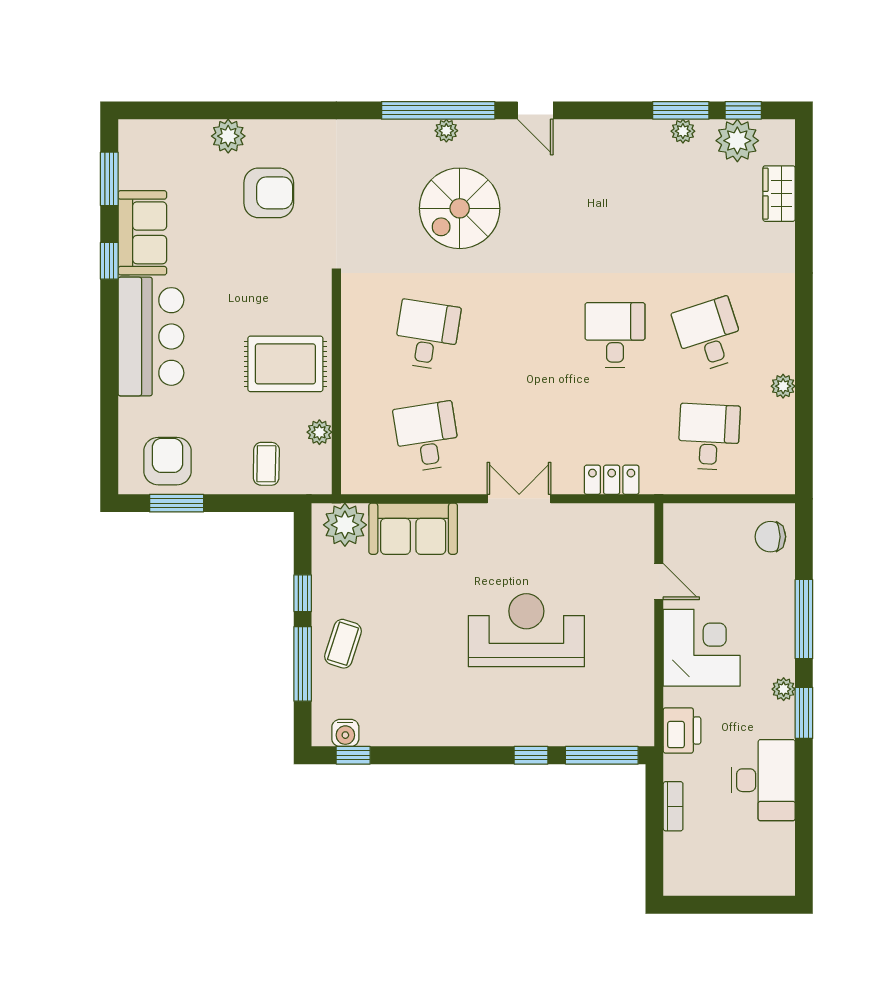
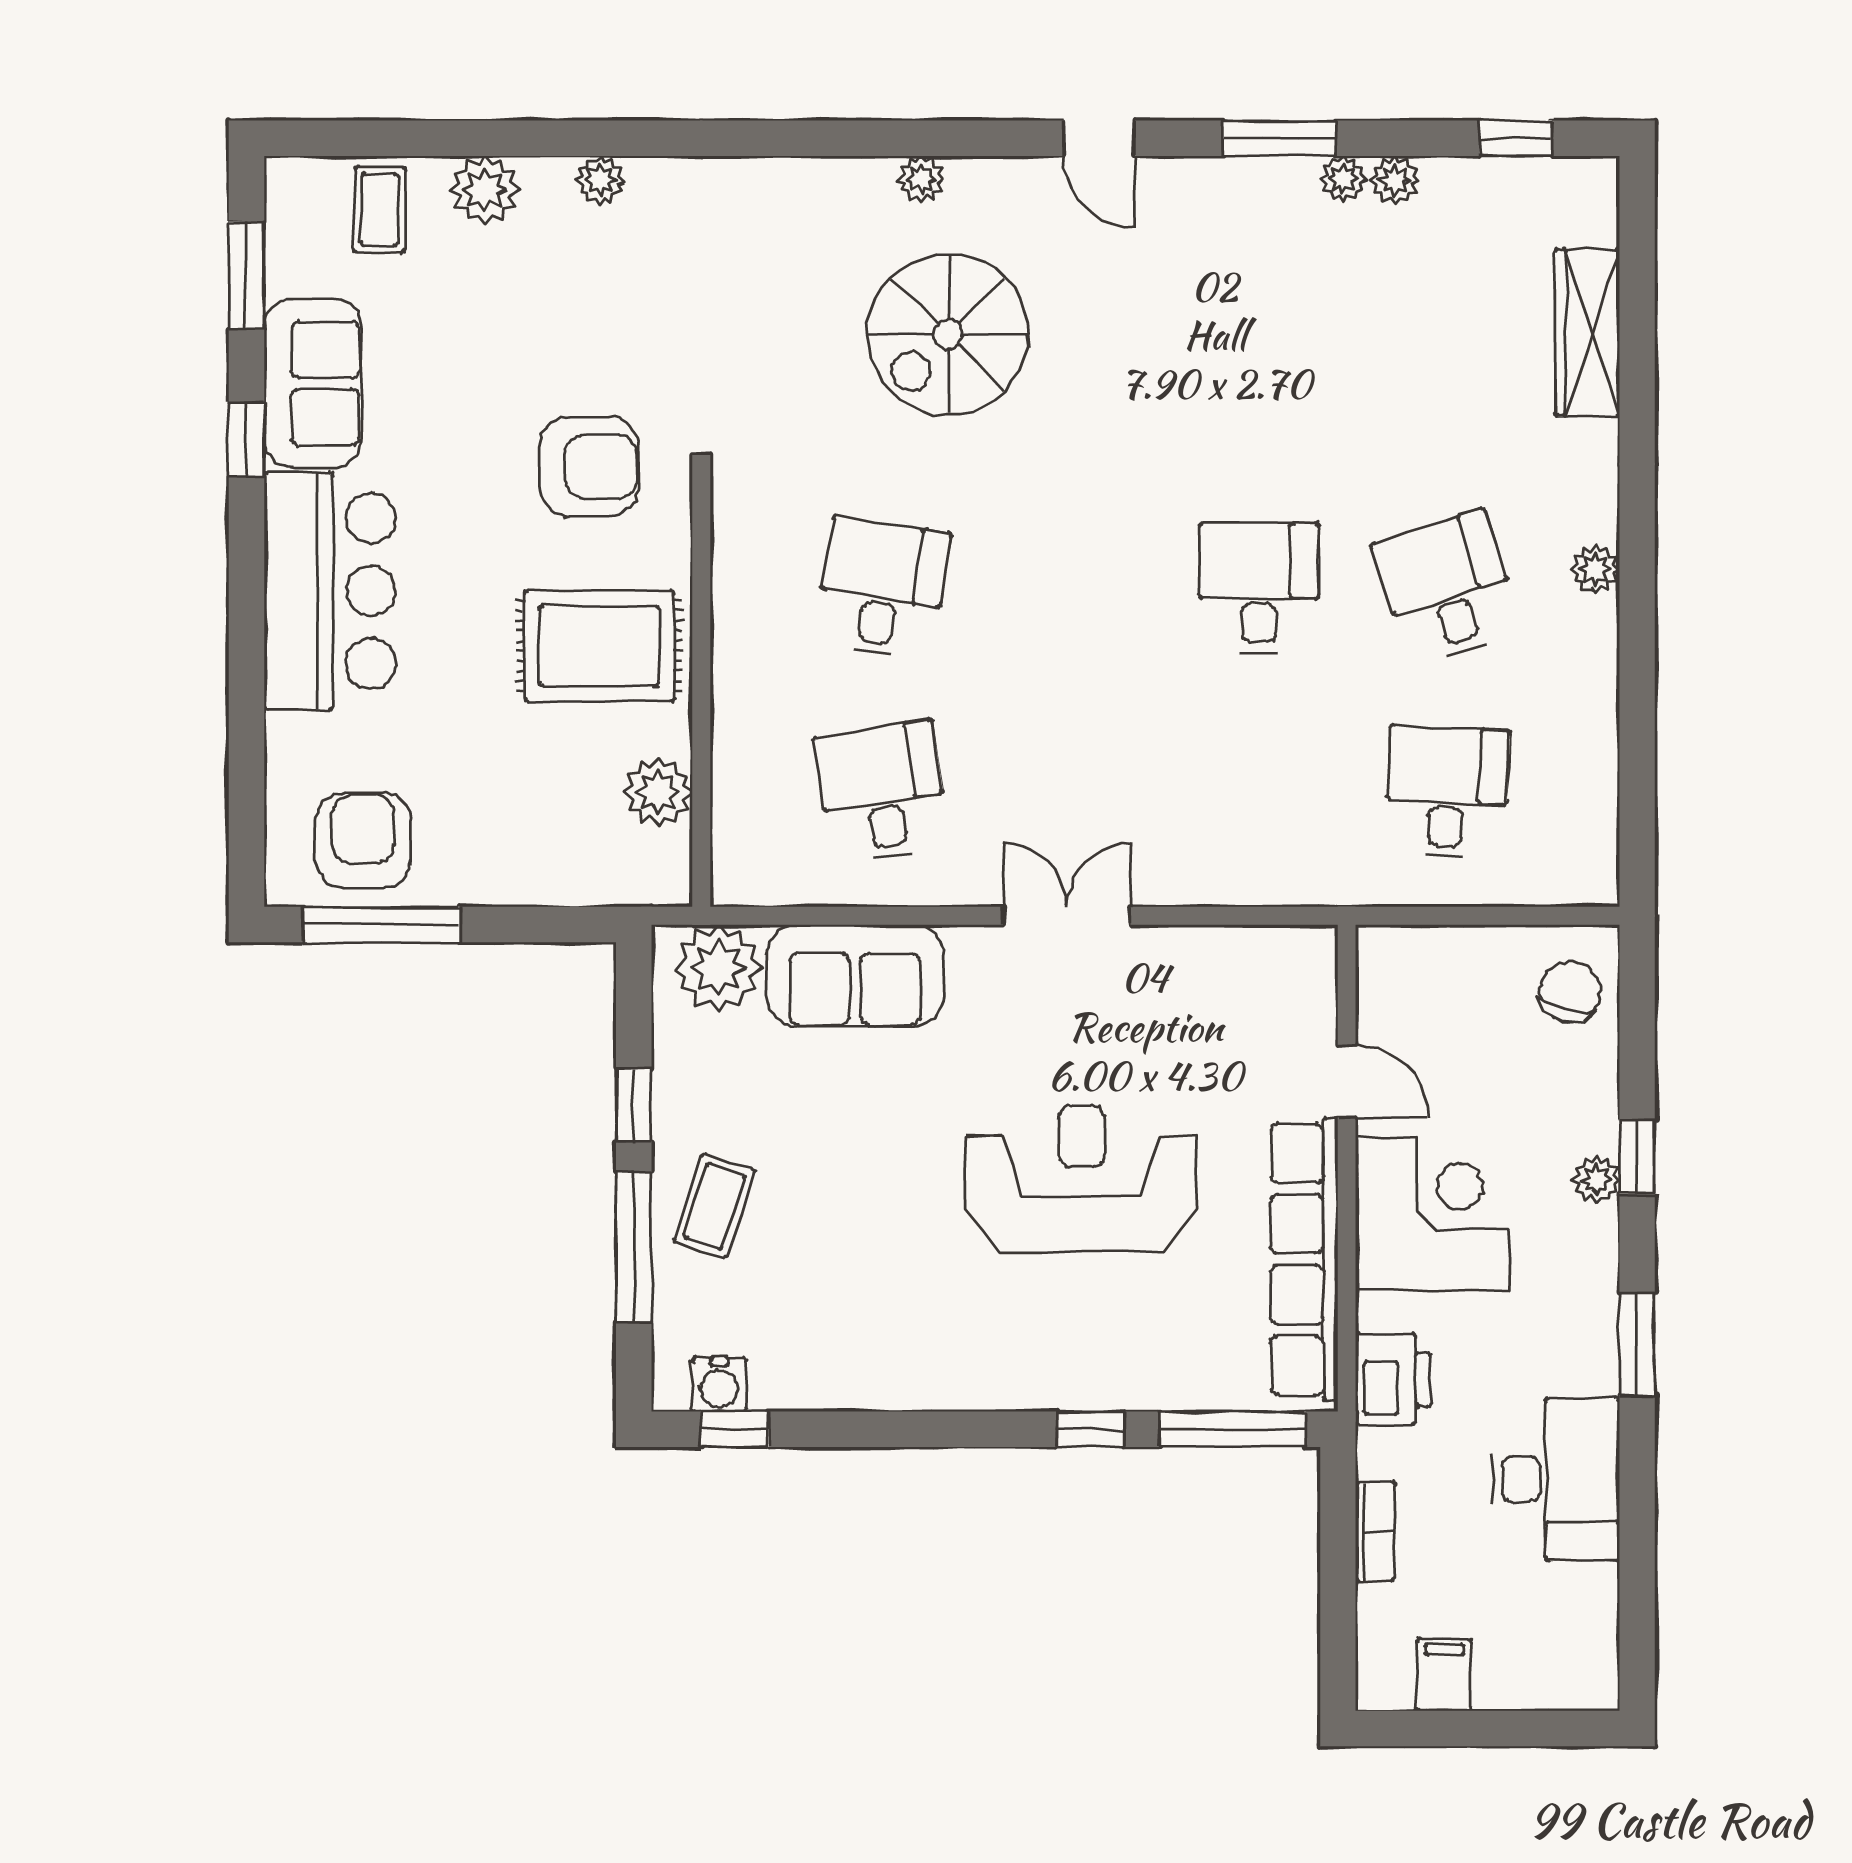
window: (438, 110) -> (905, 138), removed
window: (681, 110) -> (1279, 138), moved
plant: (286, 131) -> (600, 180), added
plant: (737, 141) -> (1343, 179), moved, width x0.53, depth x0.53
armchair: (269, 193) -> (589, 467), moved
wardrobe: (779, 194) -> (1587, 333), width x1.50
plant: (783, 386) -> (1595, 569), moved
plant: (319, 432) -> (658, 792), width x1.38, depth x1.38
coffee table: (266, 464) -> (380, 210), moved
locker: (612, 480) -> (1252, 878), removed
window: (177, 503) -> (381, 925), width x1.44
chair: (770, 537) -> (1570, 992), turned 105
window: (804, 619) -> (1637, 1157), width x0.46
row of seats: (638, 670) -> (1304, 1259), added
plant: (784, 689) -> (1596, 1180), moved
filing cabinet: (708, 878) -> (1445, 1675), added

